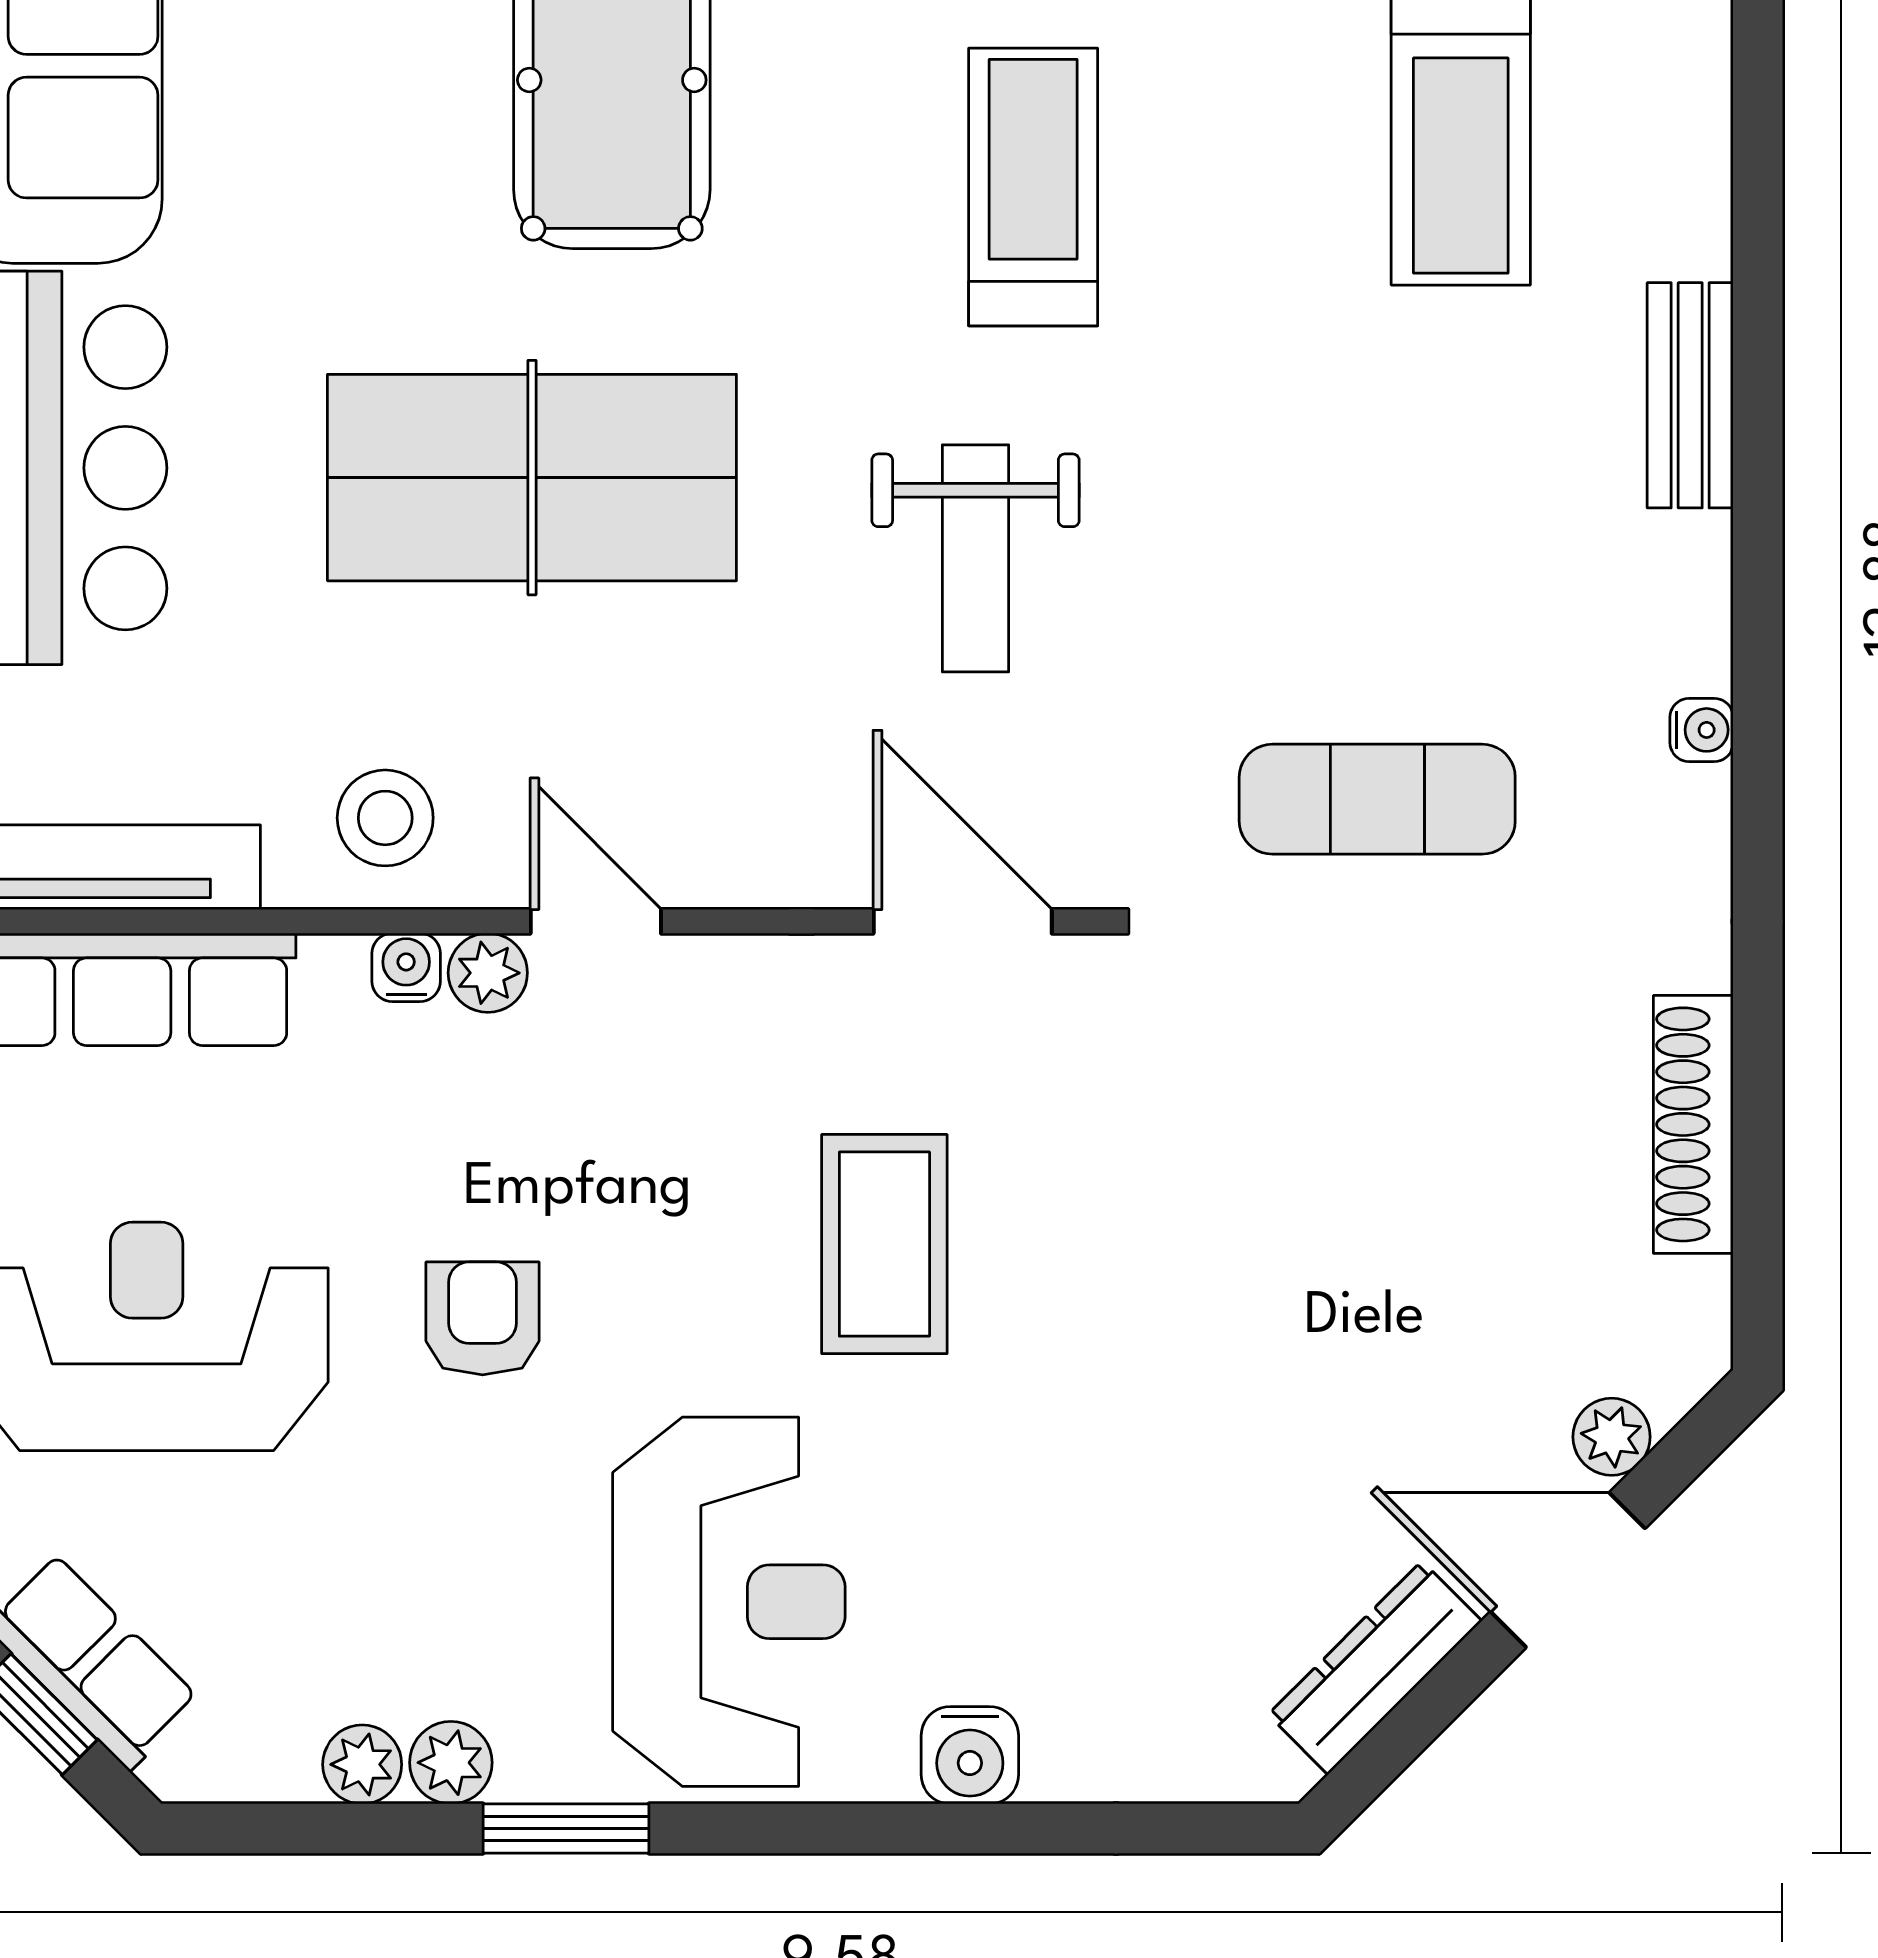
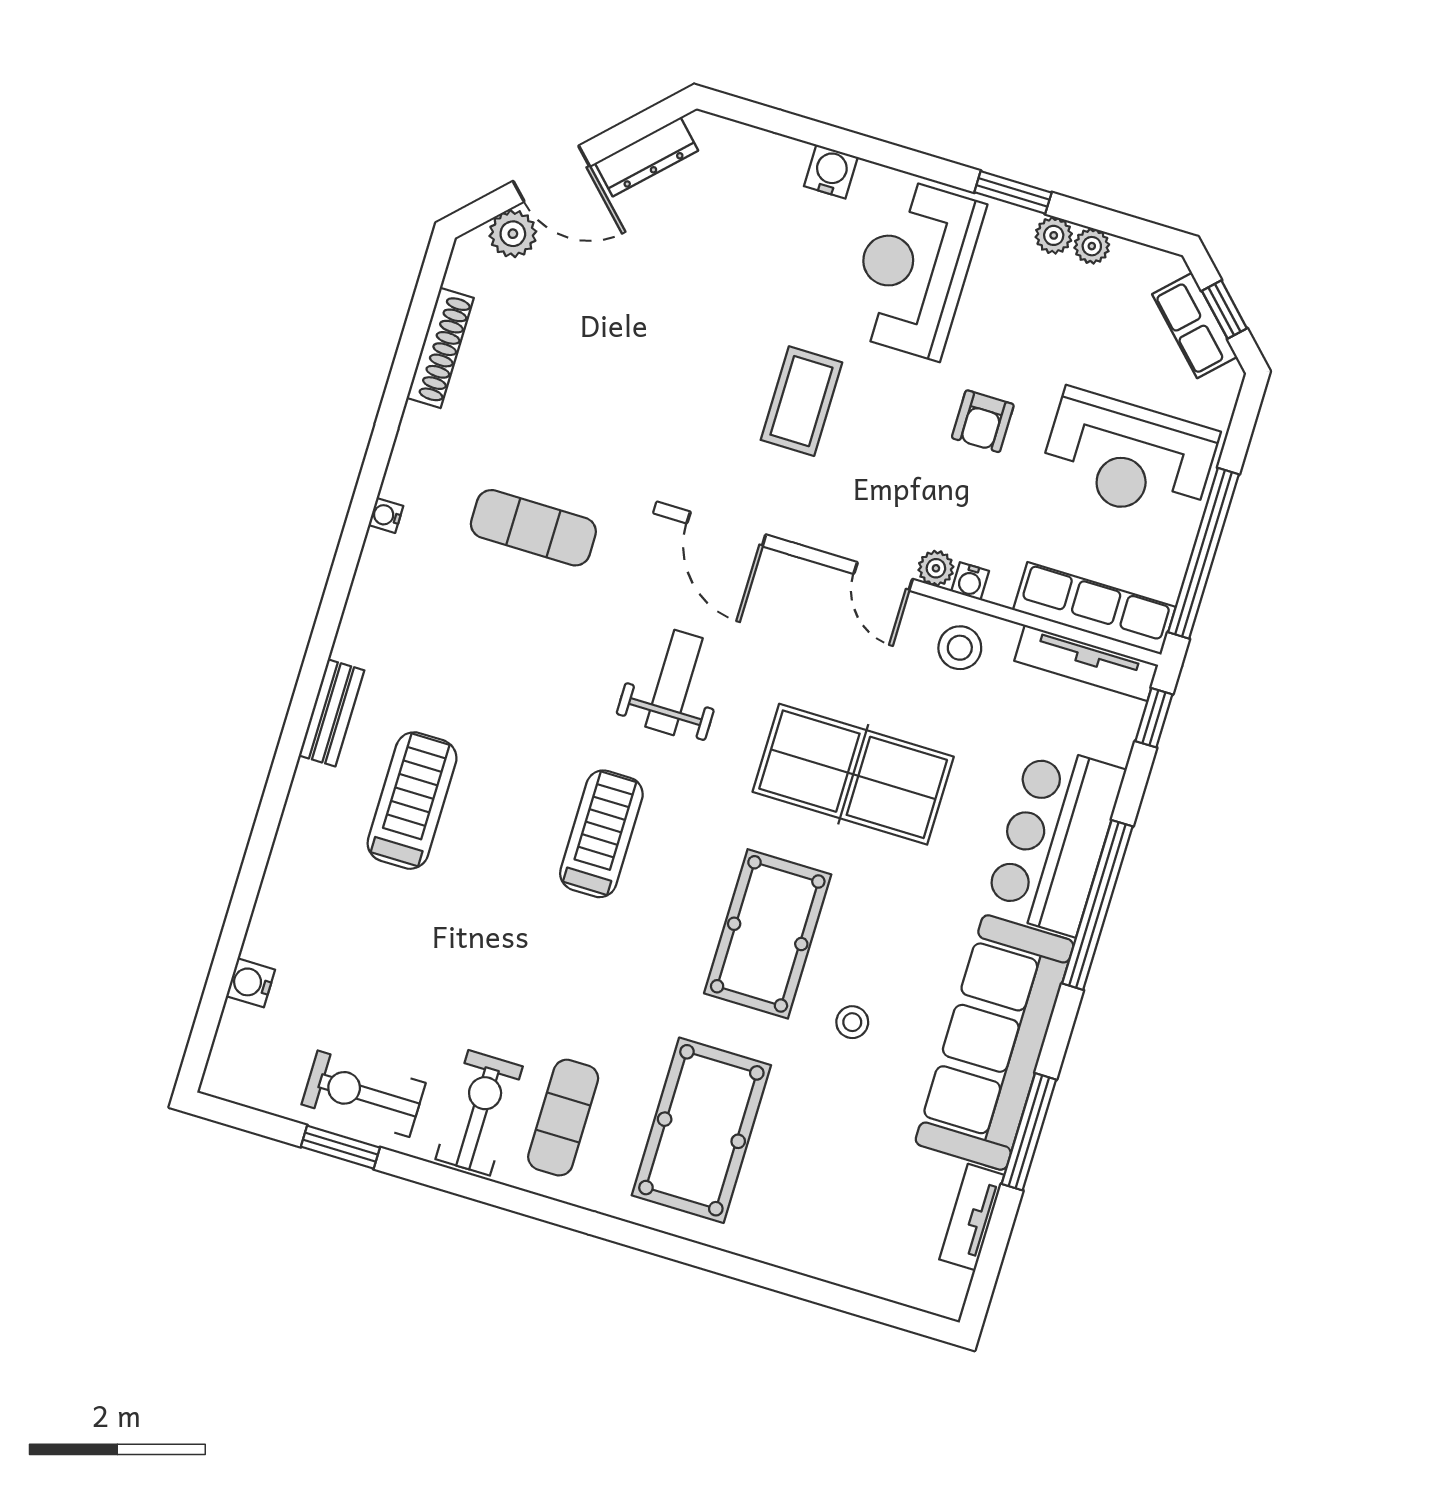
treadmill: (1033, 187) -> (601, 834), turned 180
bench: (1690, 395) -> (332, 713), moved
plant: (1612, 1437) -> (513, 234), width x1.38, depth x1.38

